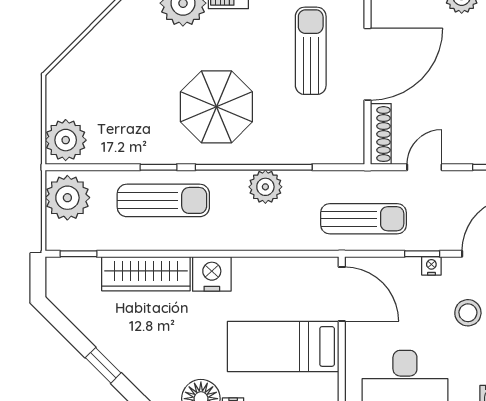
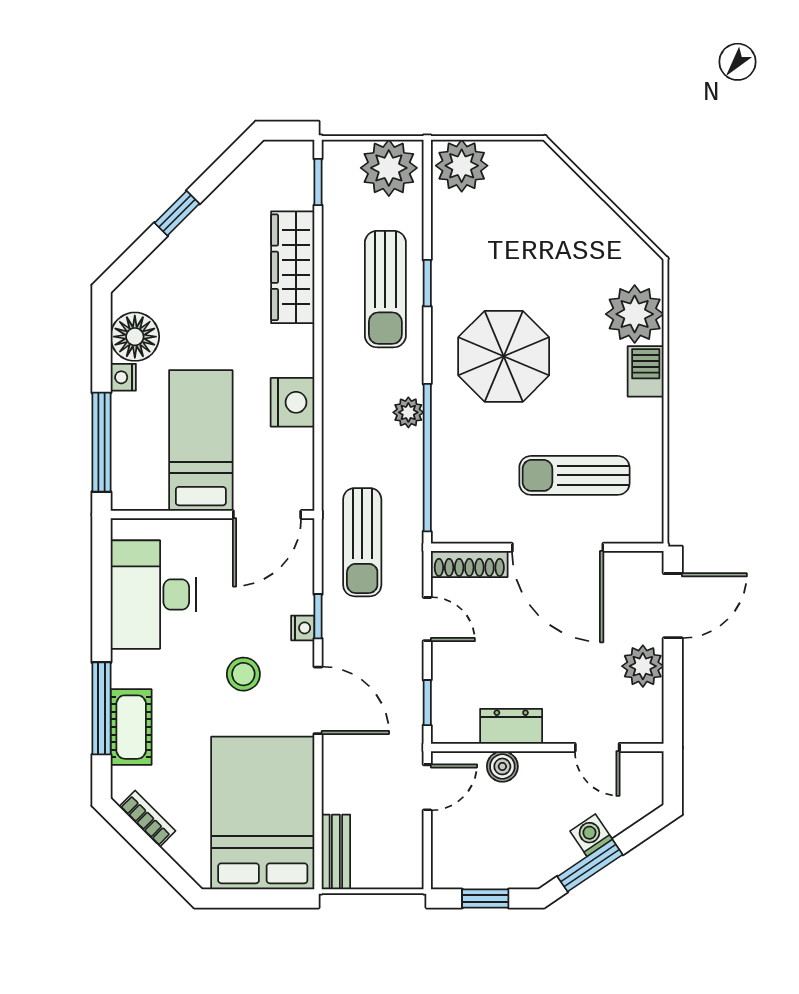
sun lounger: (311, 51) -> (574, 475), turned 180
window: (254, 167) -> (427, 458), moved
plant: (265, 187) -> (408, 412), width x0.73, depth x0.73
nightstand: (212, 274) -> (293, 402), moved

